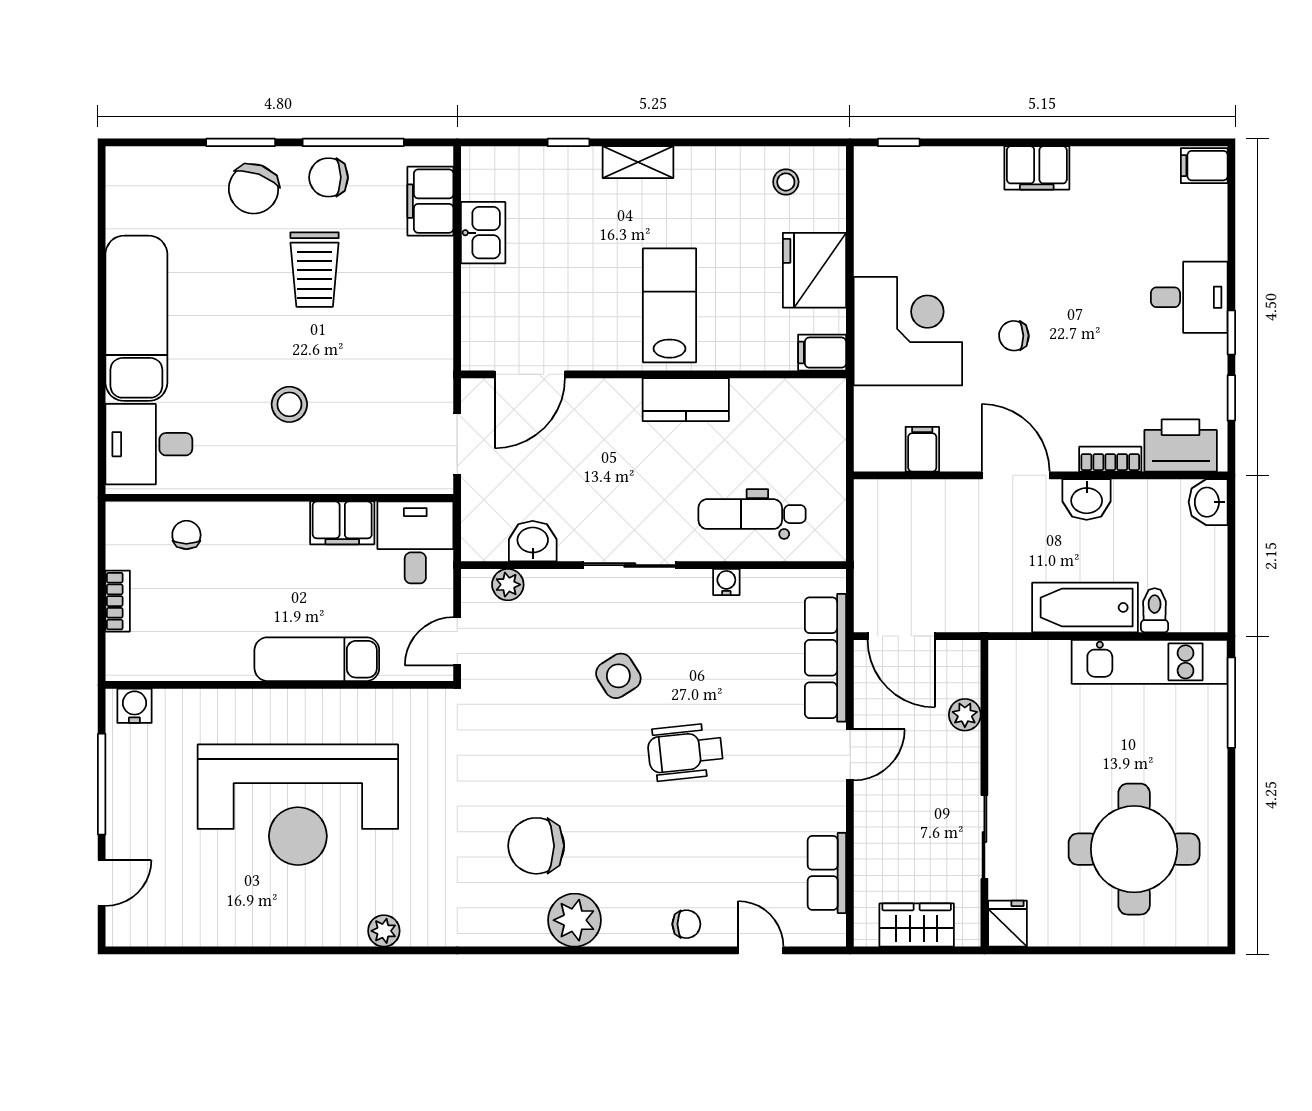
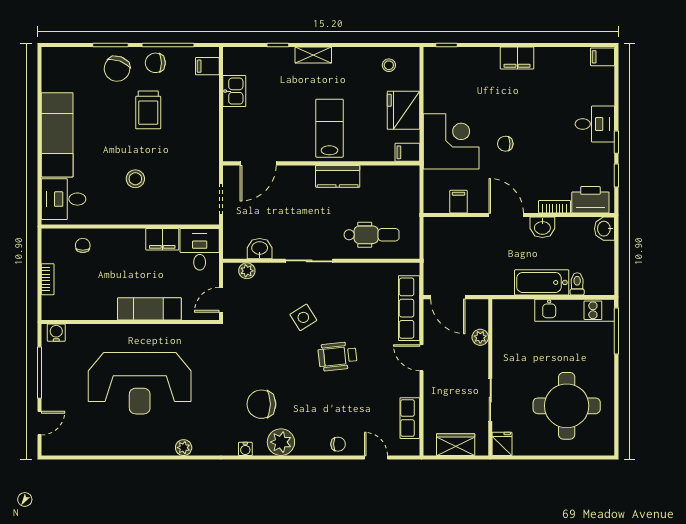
filing cabinet: (430, 201) -> (207, 66), width x0.50
dental chair: (752, 514) -> (372, 235), turned 180
water cooler: (726, 582) -> (245, 449), moved, turned 180
door: (850, 755) -> (422, 358), swing flipped

